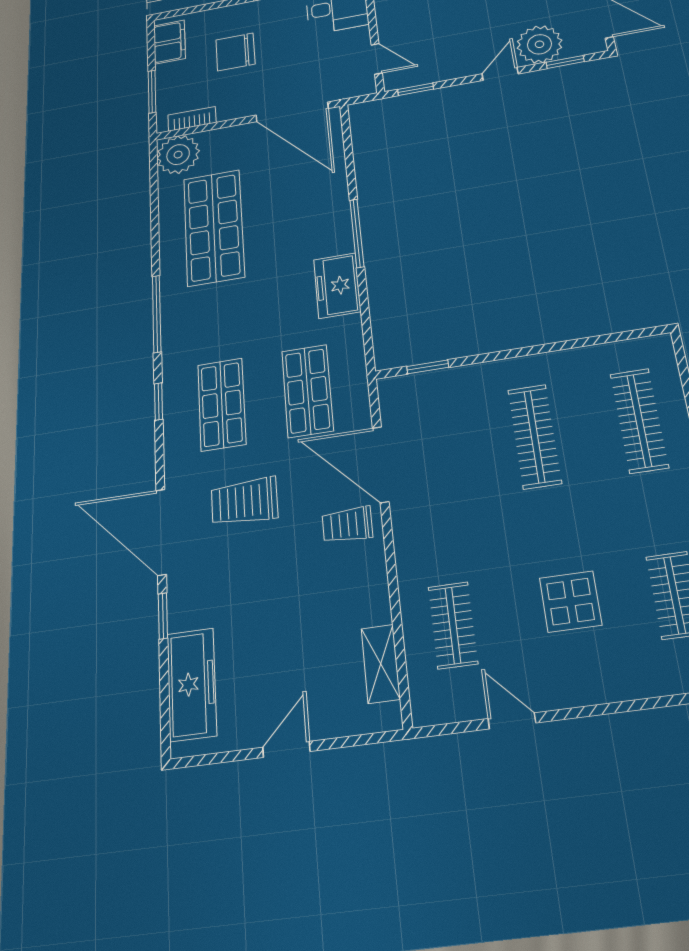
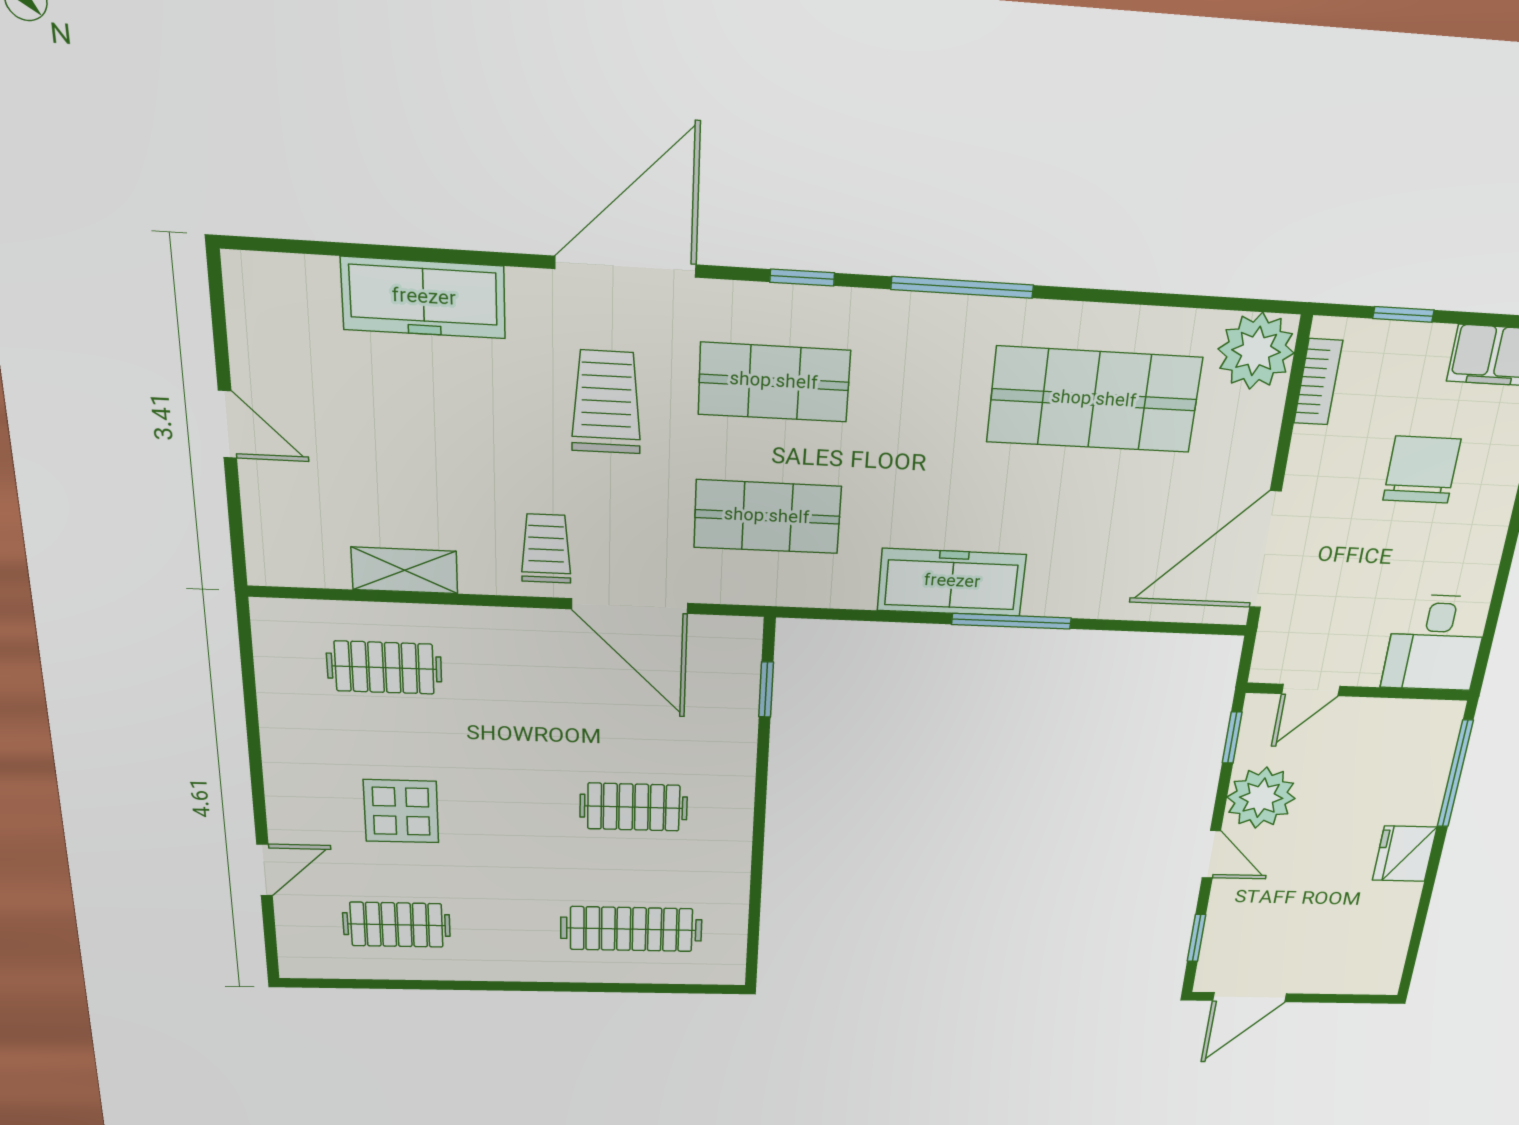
plant: (539, 44) -> (1261, 798), moved
window: (152, 92) -> (1403, 314), width x0.67
freezer: (337, 286) -> (952, 582), width x1.40
clothes rail: (534, 436) -> (634, 807), width x0.73
door: (381, 464) -> (630, 606), swing flipped
door: (161, 532) -> (626, 267), moved
window: (163, 616) -> (441, 255), removed
shelving: (381, 664) -> (405, 570), moved
freezer: (192, 684) -> (424, 298), moved
door: (512, 721) -> (265, 870), moved

